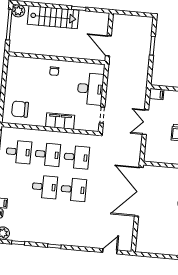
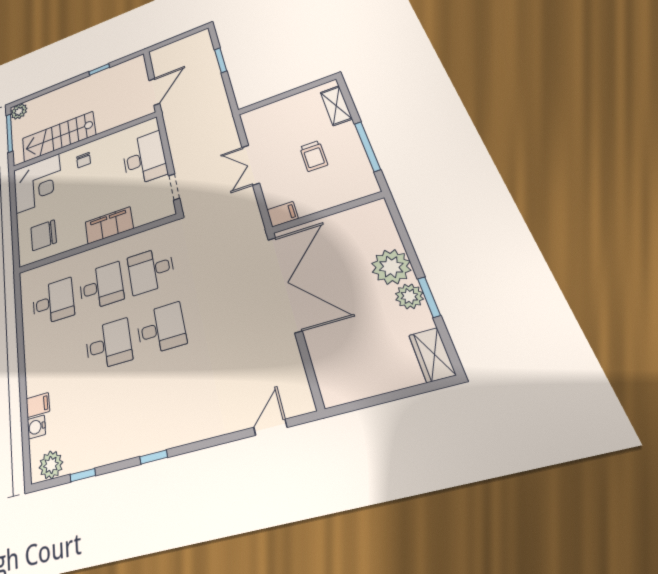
stairs: (53, 17) -> (59, 137), moved, turned 180
door: (108, 46) -> (154, 92), swing flipped
corner desk: (22, 73) -> (38, 183), added
filing cabinet: (157, 94) -> (282, 214), moved
desk: (77, 157) -> (151, 270), turned 180
double door: (139, 192) -> (285, 284), swing flipped

